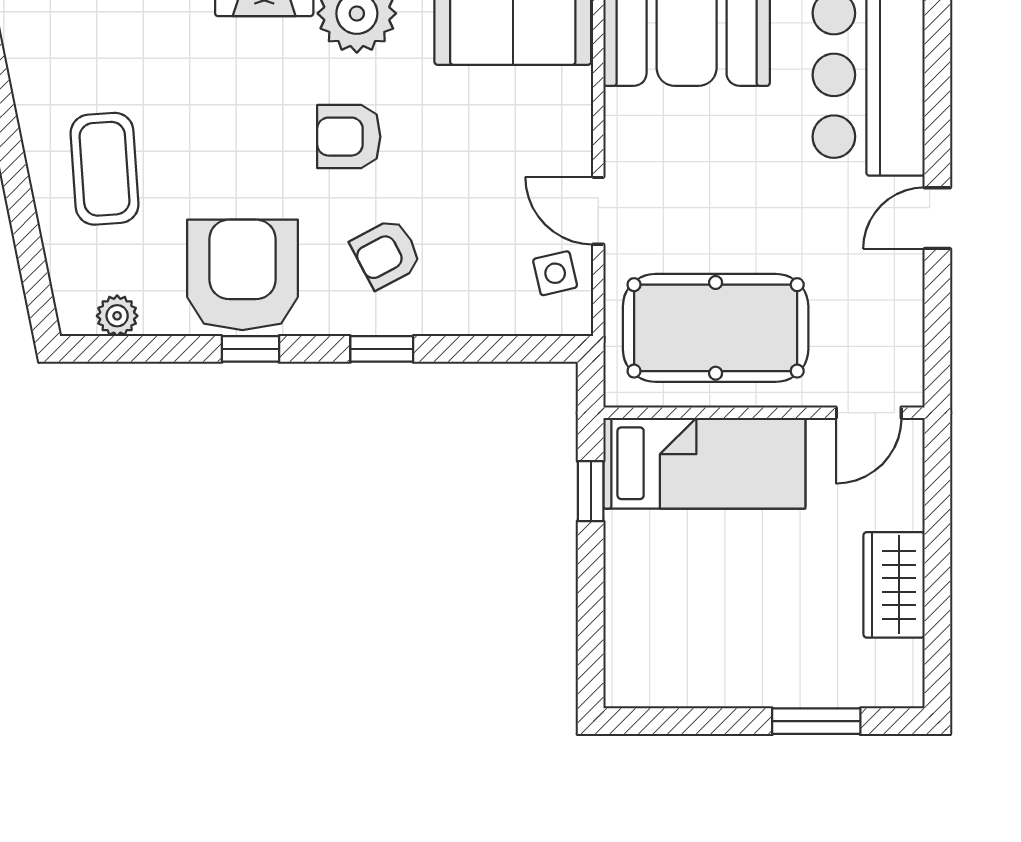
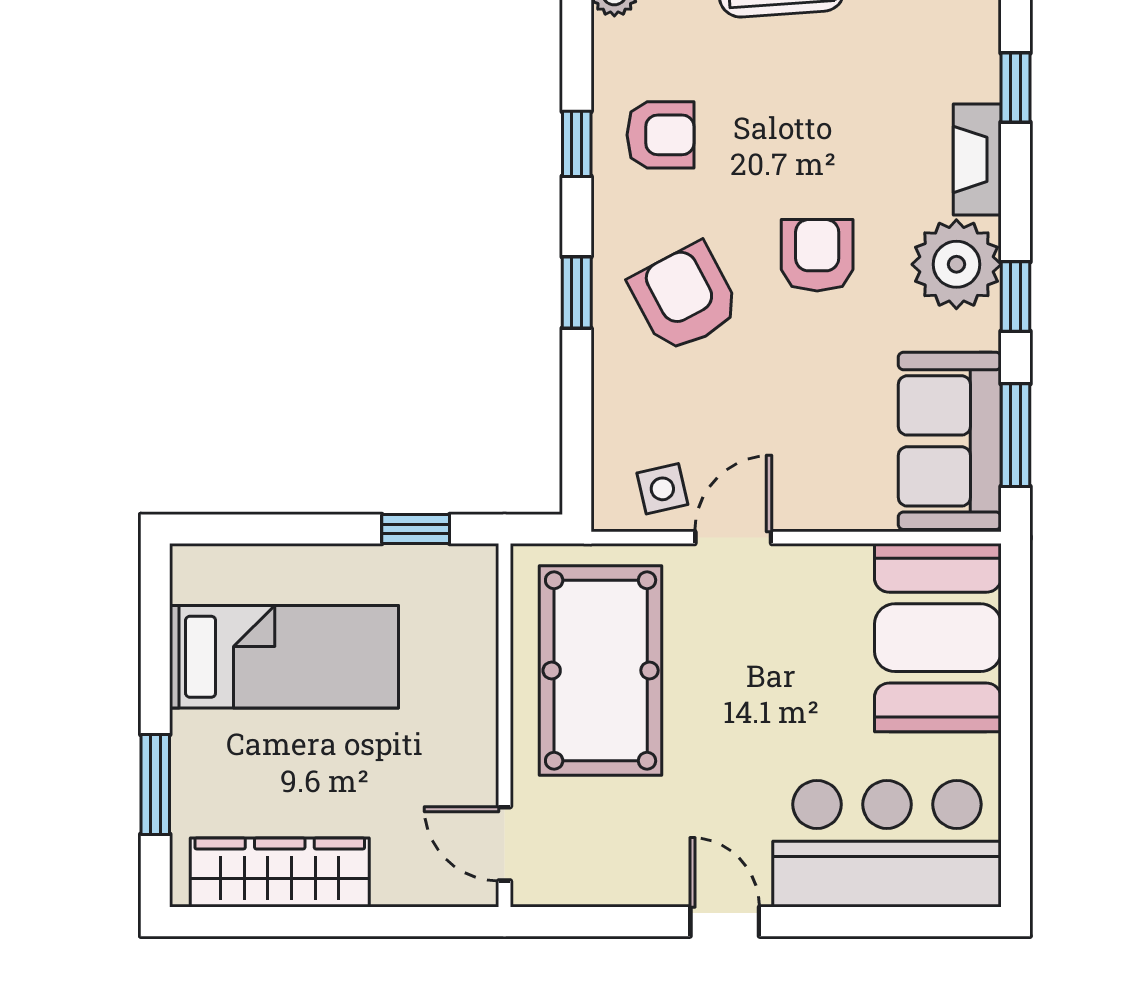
armchair: (386, 253) -> (685, 298), width x1.38, depth x1.38
armchair: (242, 275) -> (661, 135), width x0.53, depth x0.53
bed: (704, 463) -> (284, 657), moved, turned -90
wardrobe: (894, 585) -> (280, 873), width x1.50

